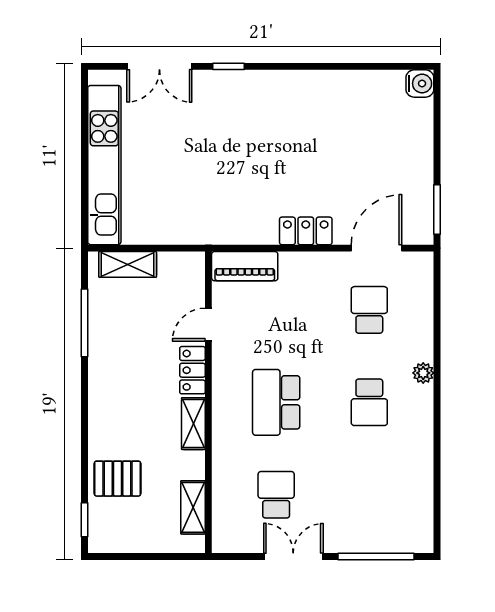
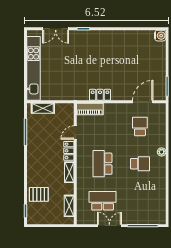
locker: (306, 231) -> (100, 95), moved
school desk: (369, 402) -> (140, 164), turned -90
school desk: (276, 495) -> (103, 201), width x1.85

